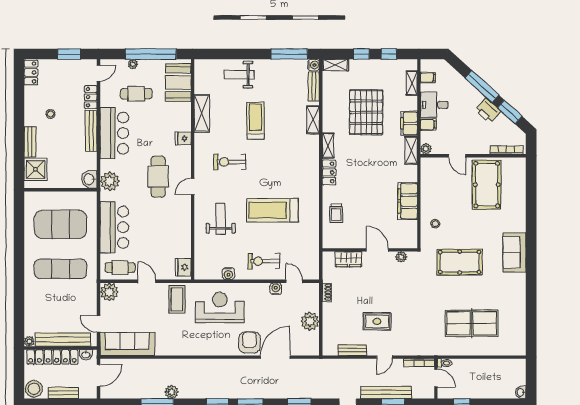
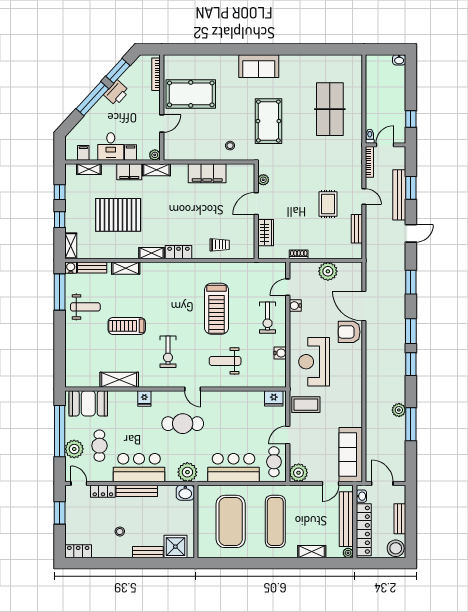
plant: (133, 64) -> (74, 449), width x1.87, depth x1.87
weight bench: (239, 75) -> (85, 307), moved, turned -90
shelving: (30, 305) -> (312, 552), added

